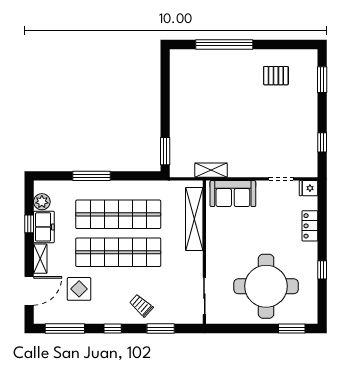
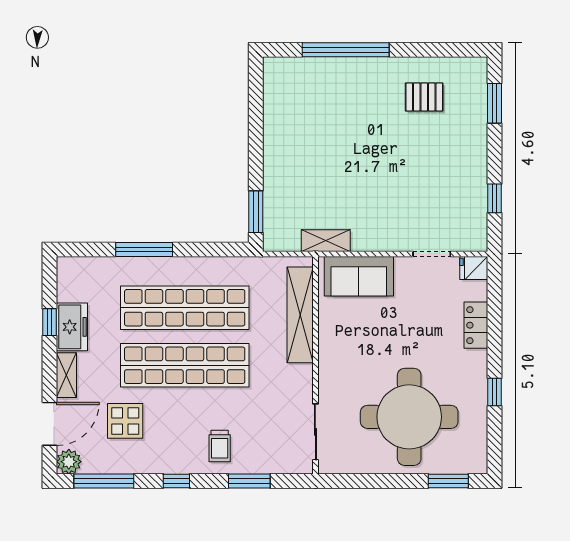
plant: (42, 202) -> (69, 462), moved
trolley: (141, 305) -> (220, 446), turned -132

